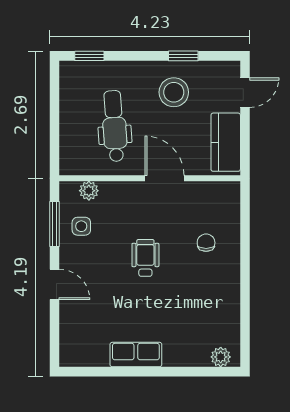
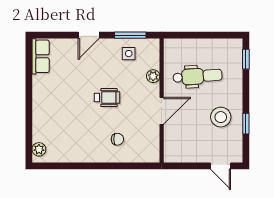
kitchen counter: (226, 142) -> (186, 153), removed
plant: (89, 191) -> (153, 76), moved
row of seats: (136, 355) -> (41, 56), moved

